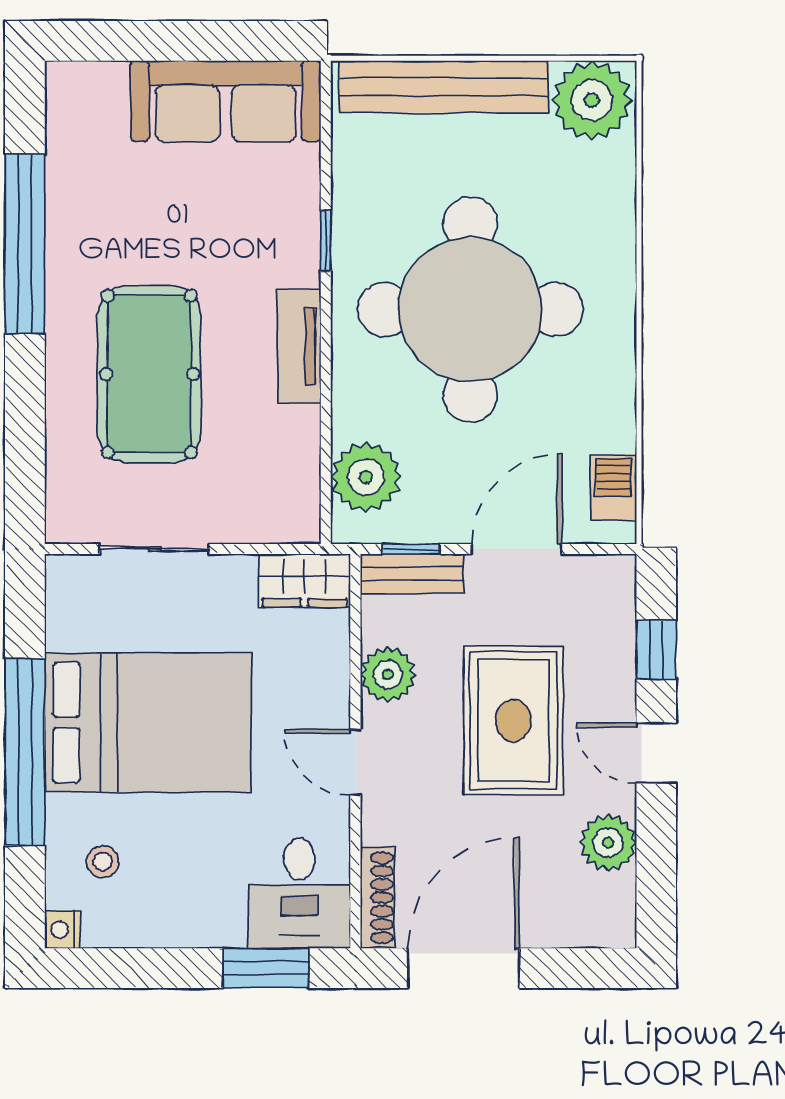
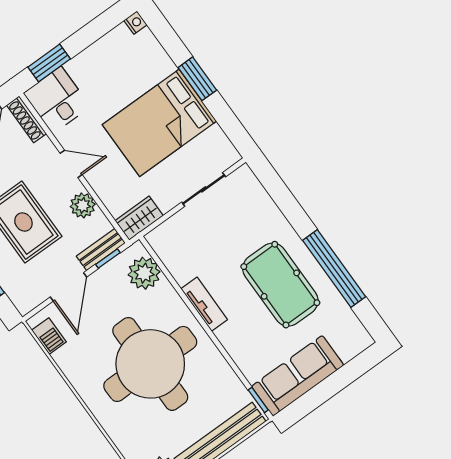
window: (326, 241) -> (258, 400), moved
pool table: (149, 374) -> (280, 285), moved
window: (25, 752) -> (197, 79), width x0.47
stool: (103, 862) -> (139, 59), removed

